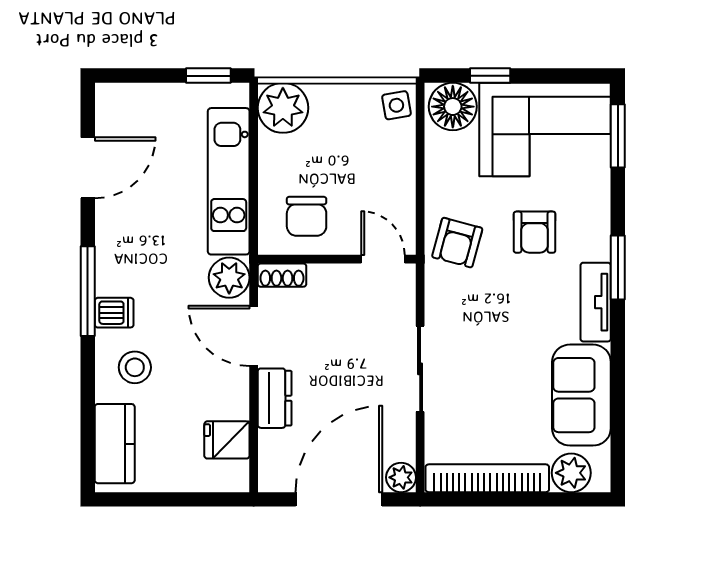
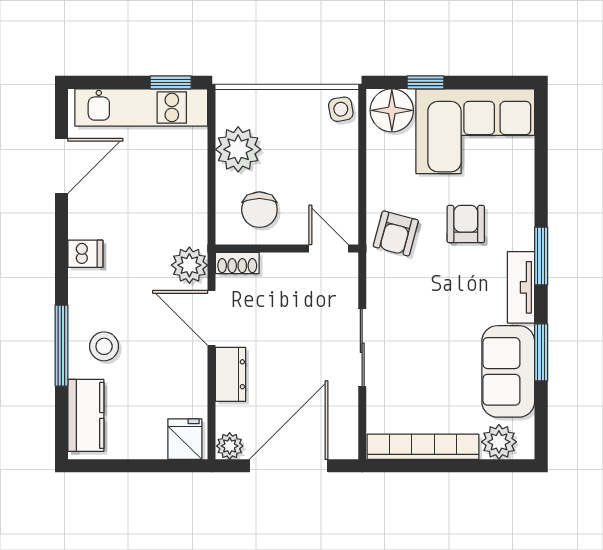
plant: (283, 108) -> (238, 149), moved
window: (618, 136) -> (541, 352), moved
kitchen unit: (229, 181) -> (141, 107), moved, turned -90
armchair: (535, 232) -> (466, 224), turned 180
window: (88, 291) -> (61, 346), moved
dishwasher: (114, 313) -> (85, 254), moved
fridge: (227, 440) -> (185, 439), moved, turned 90
plant: (401, 477) -> (230, 446), moved

